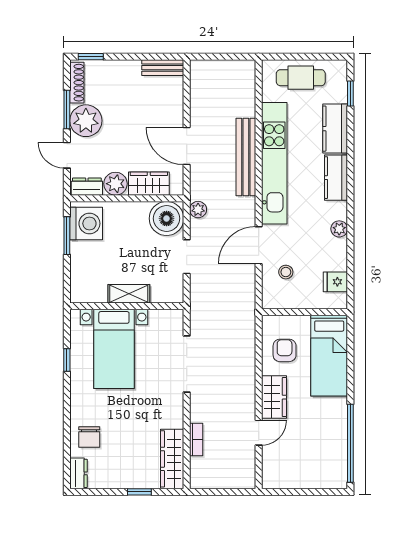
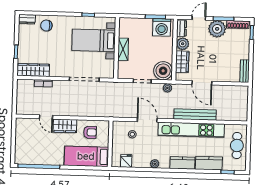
door: (187, 146) -> (202, 83), swing flipped

